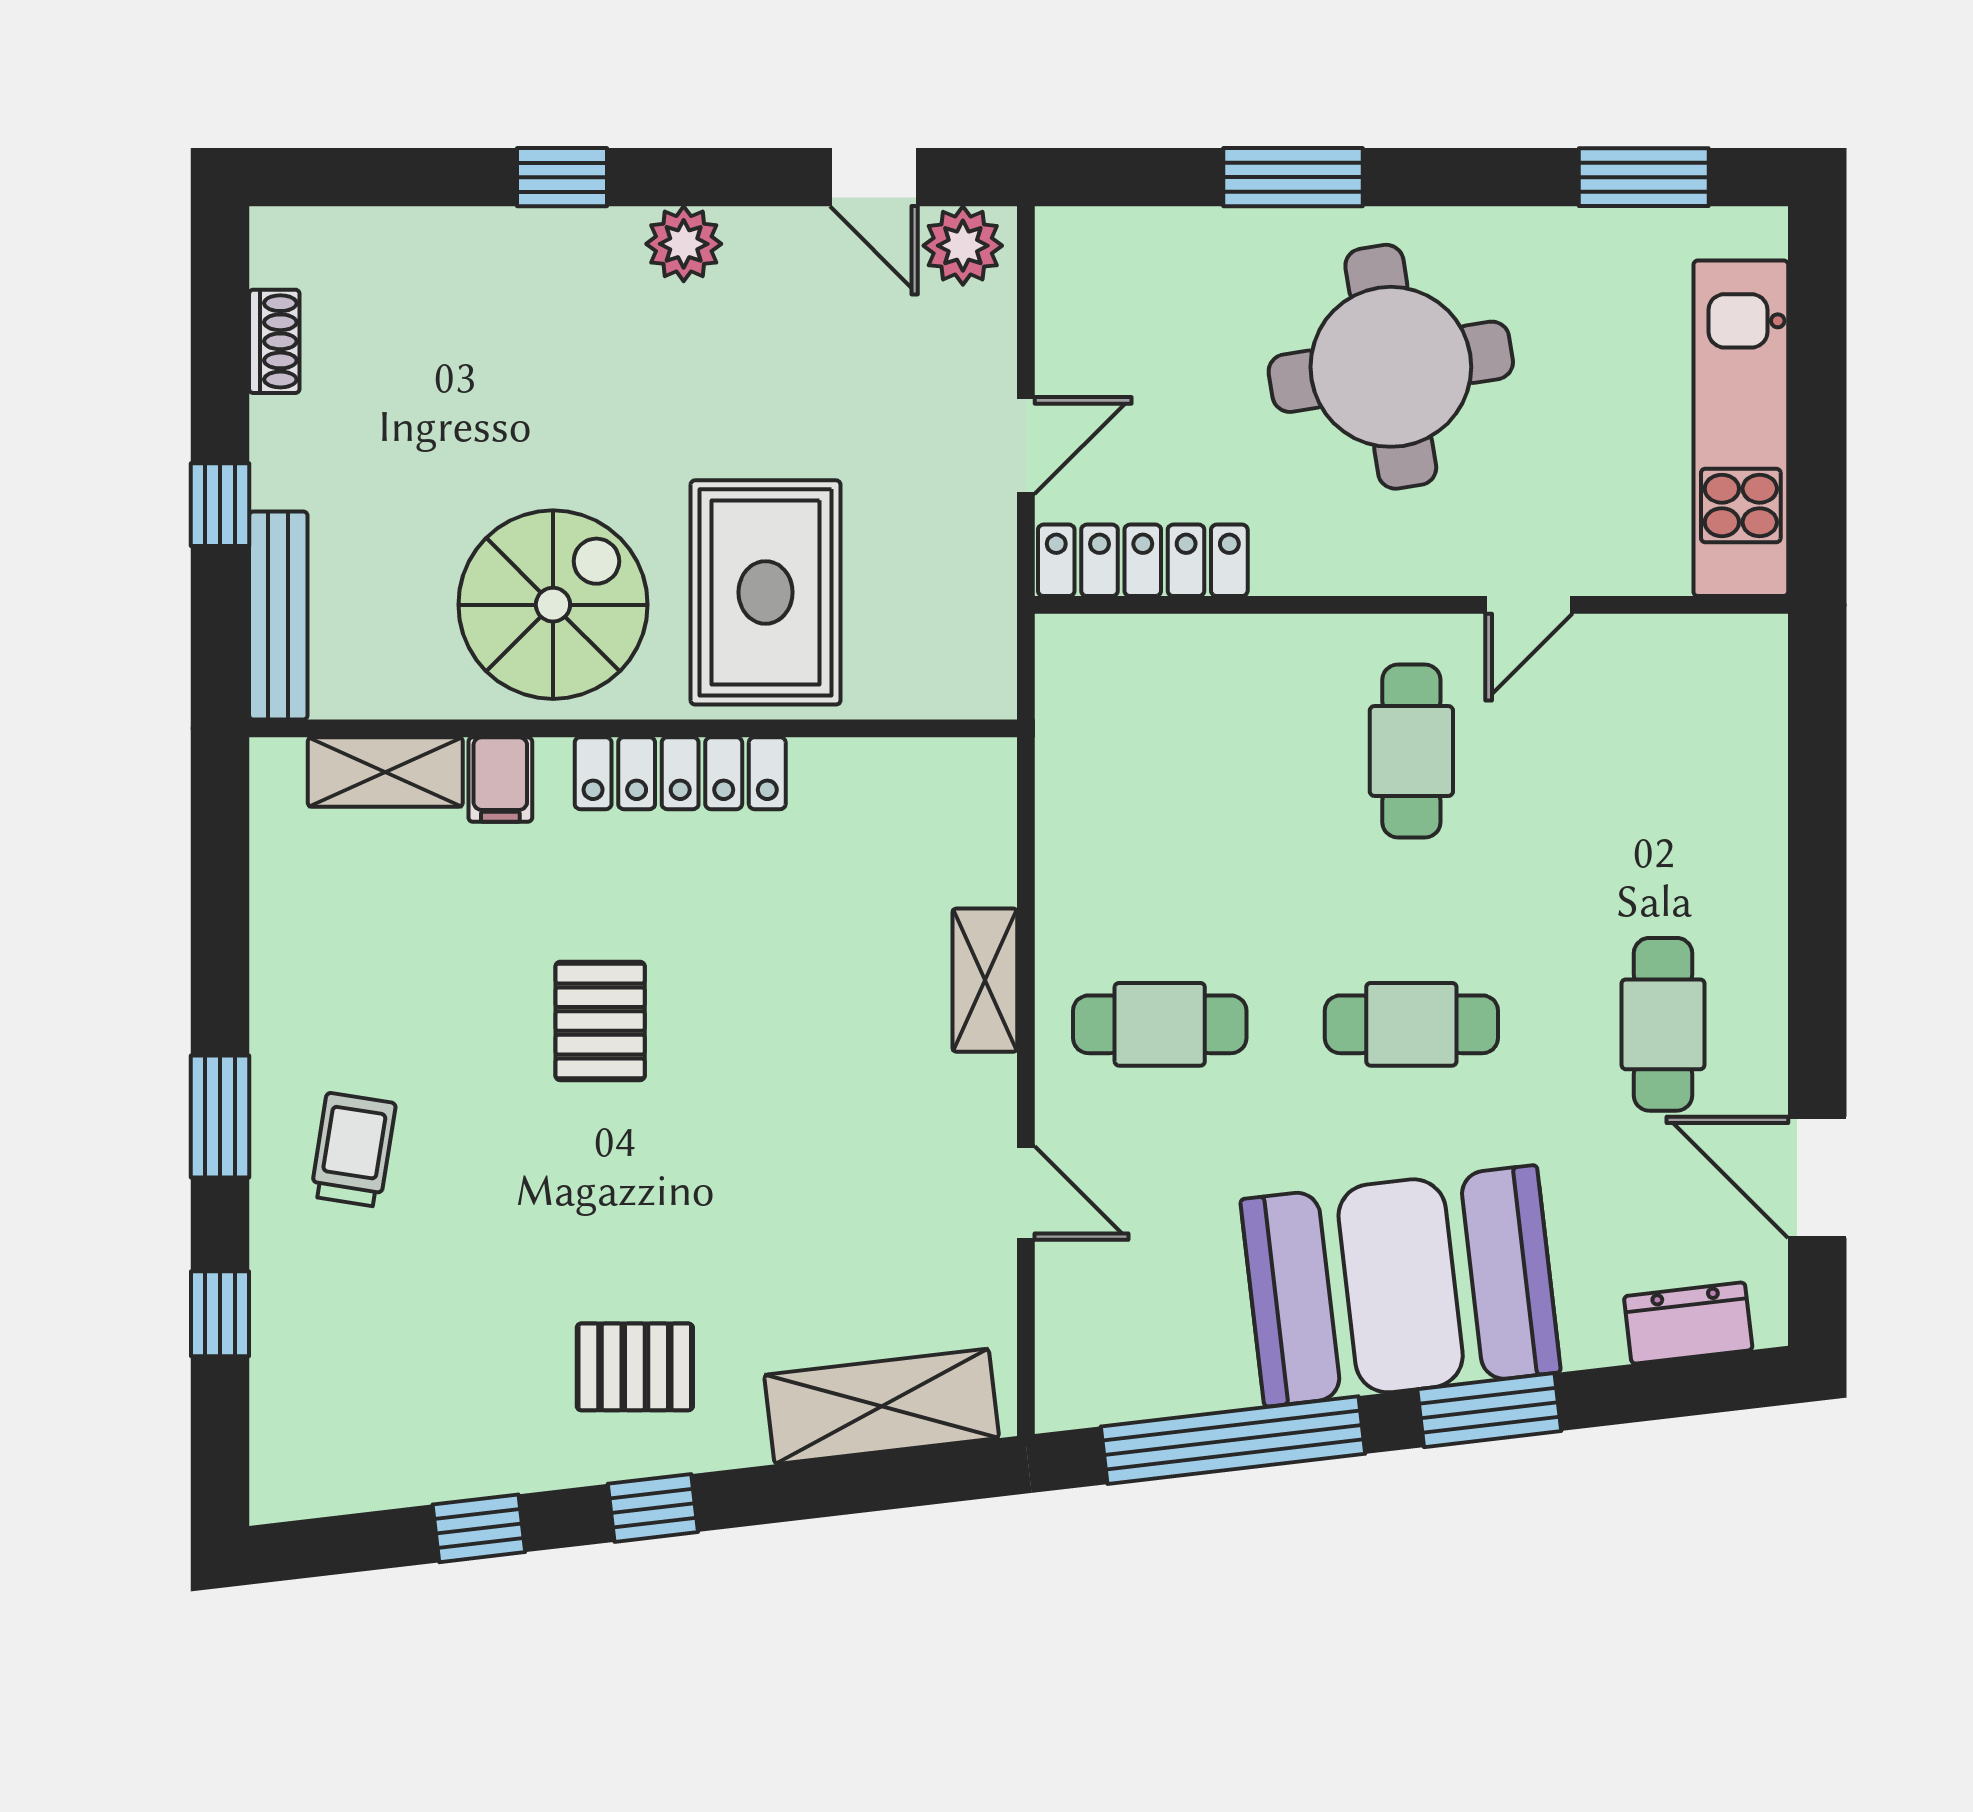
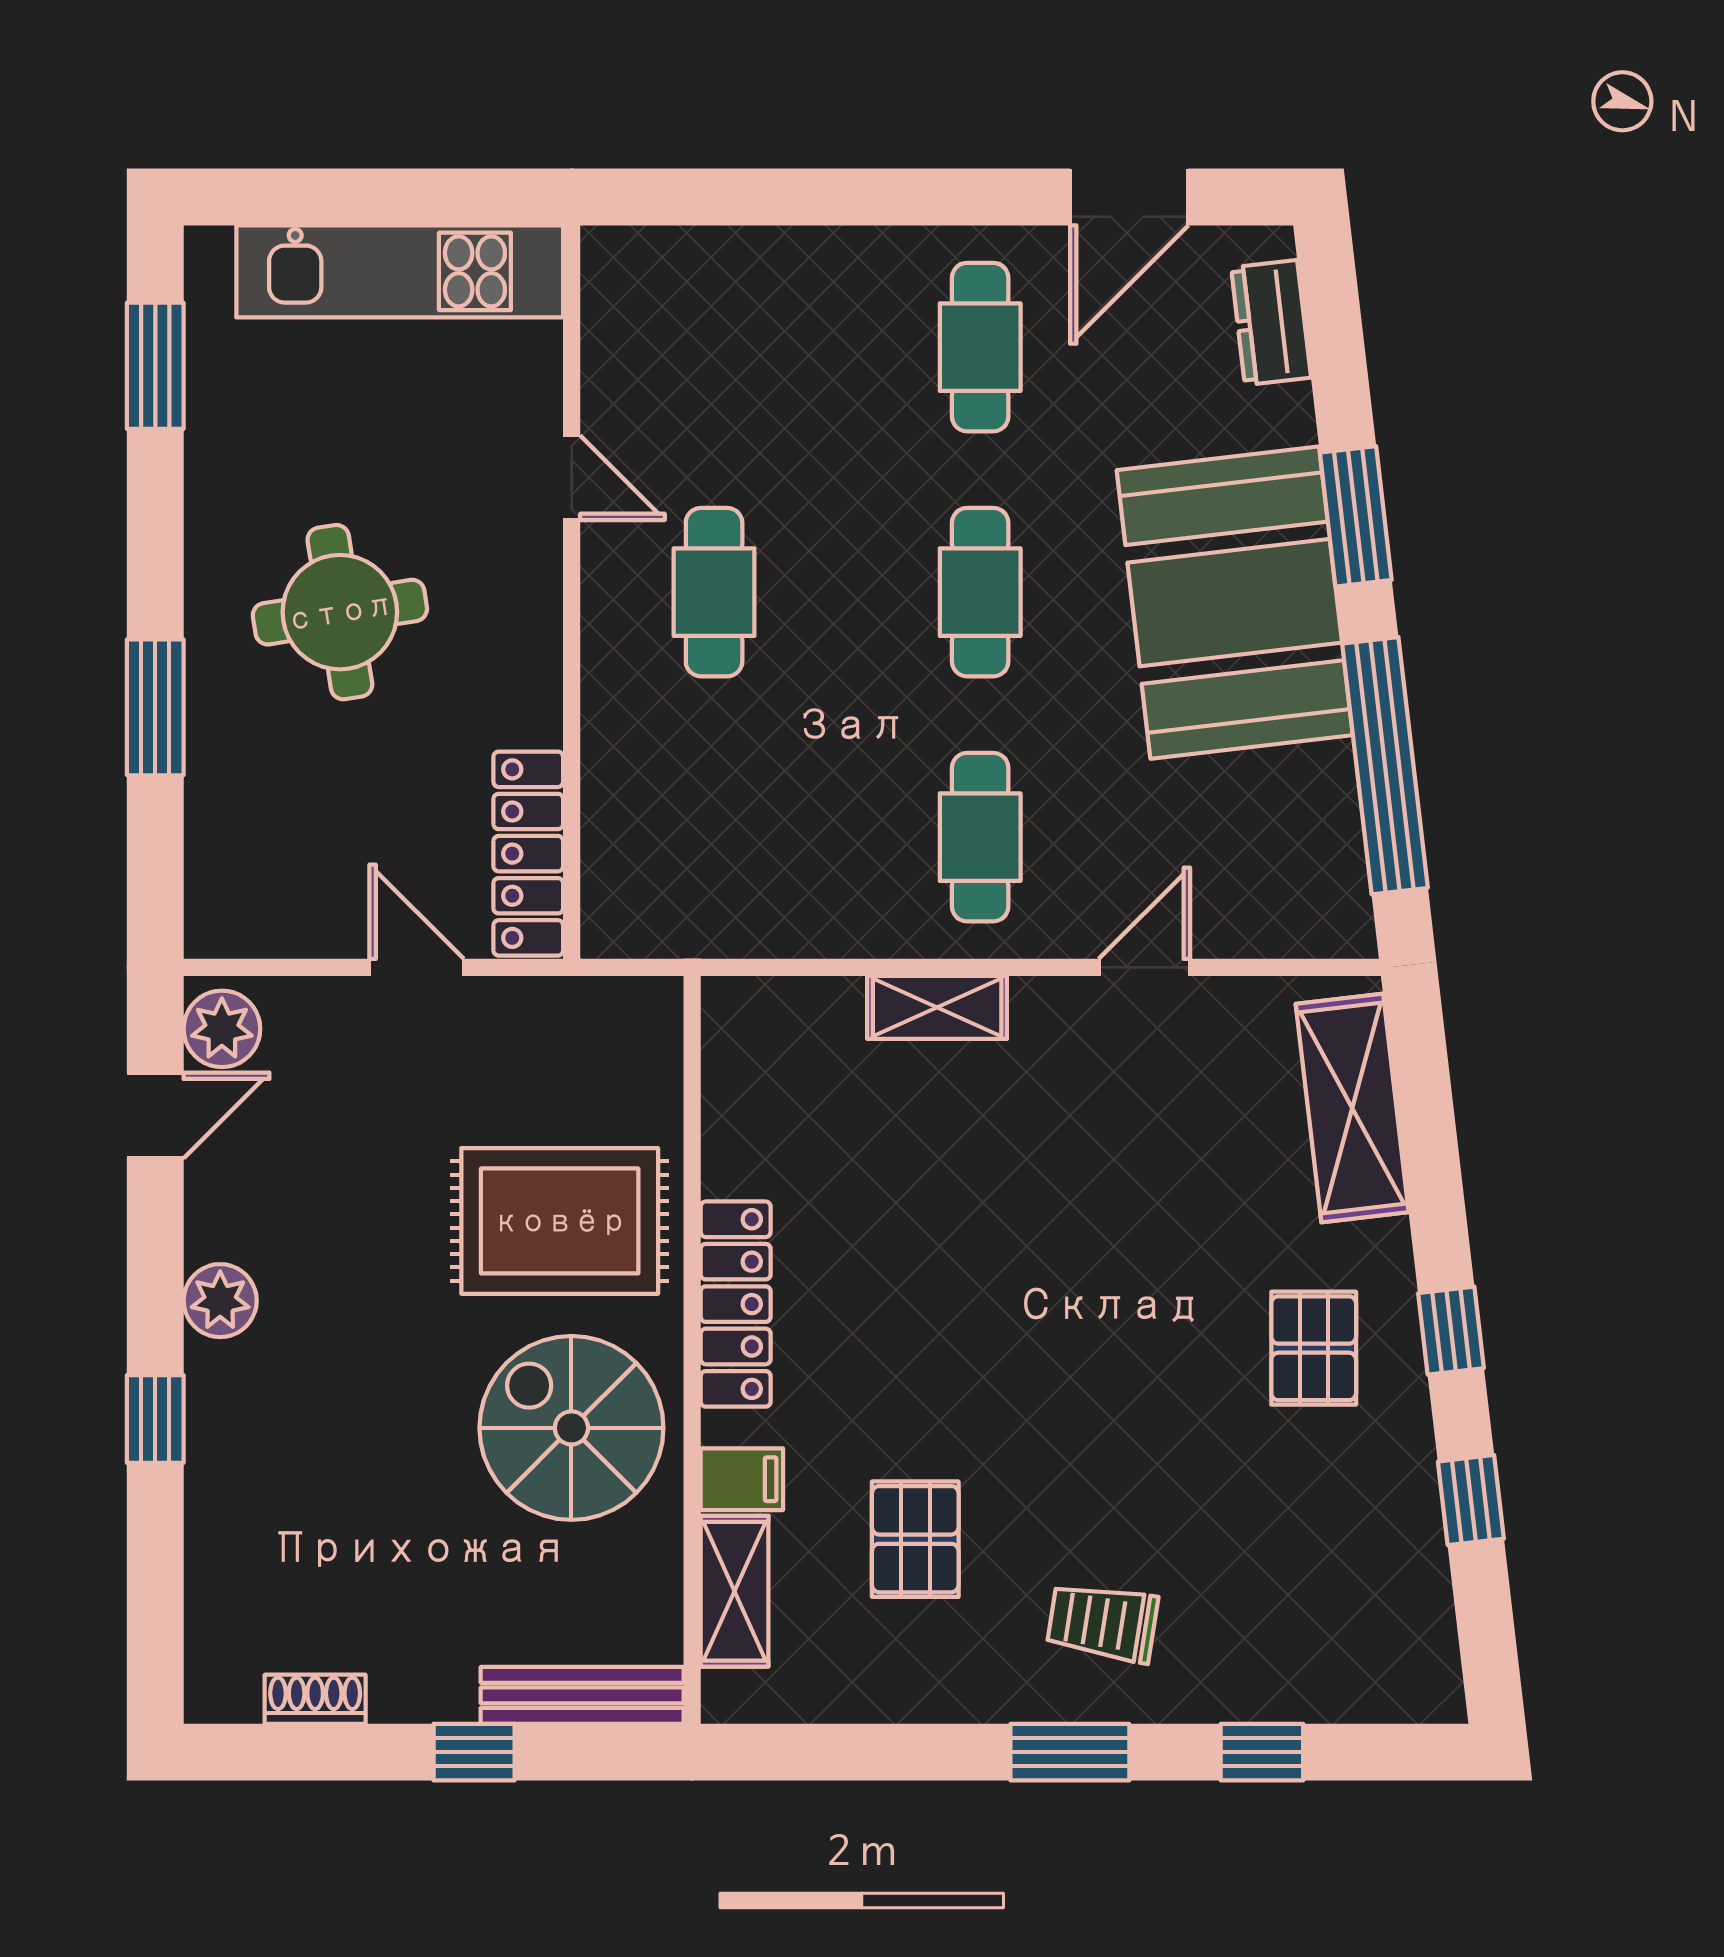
round table: (1391, 367) -> (340, 612), width x0.73, depth x0.73
cafe table: (1411, 751) -> (714, 592), turned 90
pallet: (600, 1021) -> (915, 1539), moved, turned 90
cafe table: (1663, 1024) -> (980, 347), turned 90

